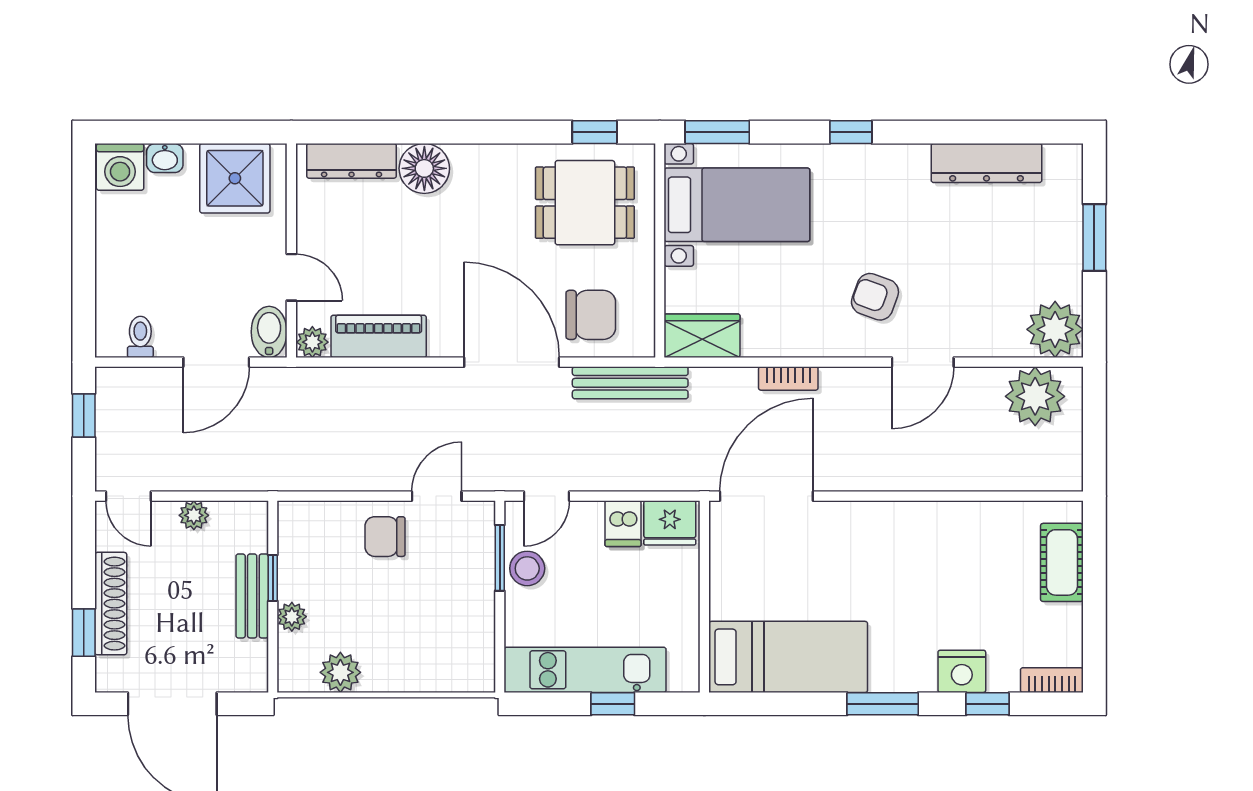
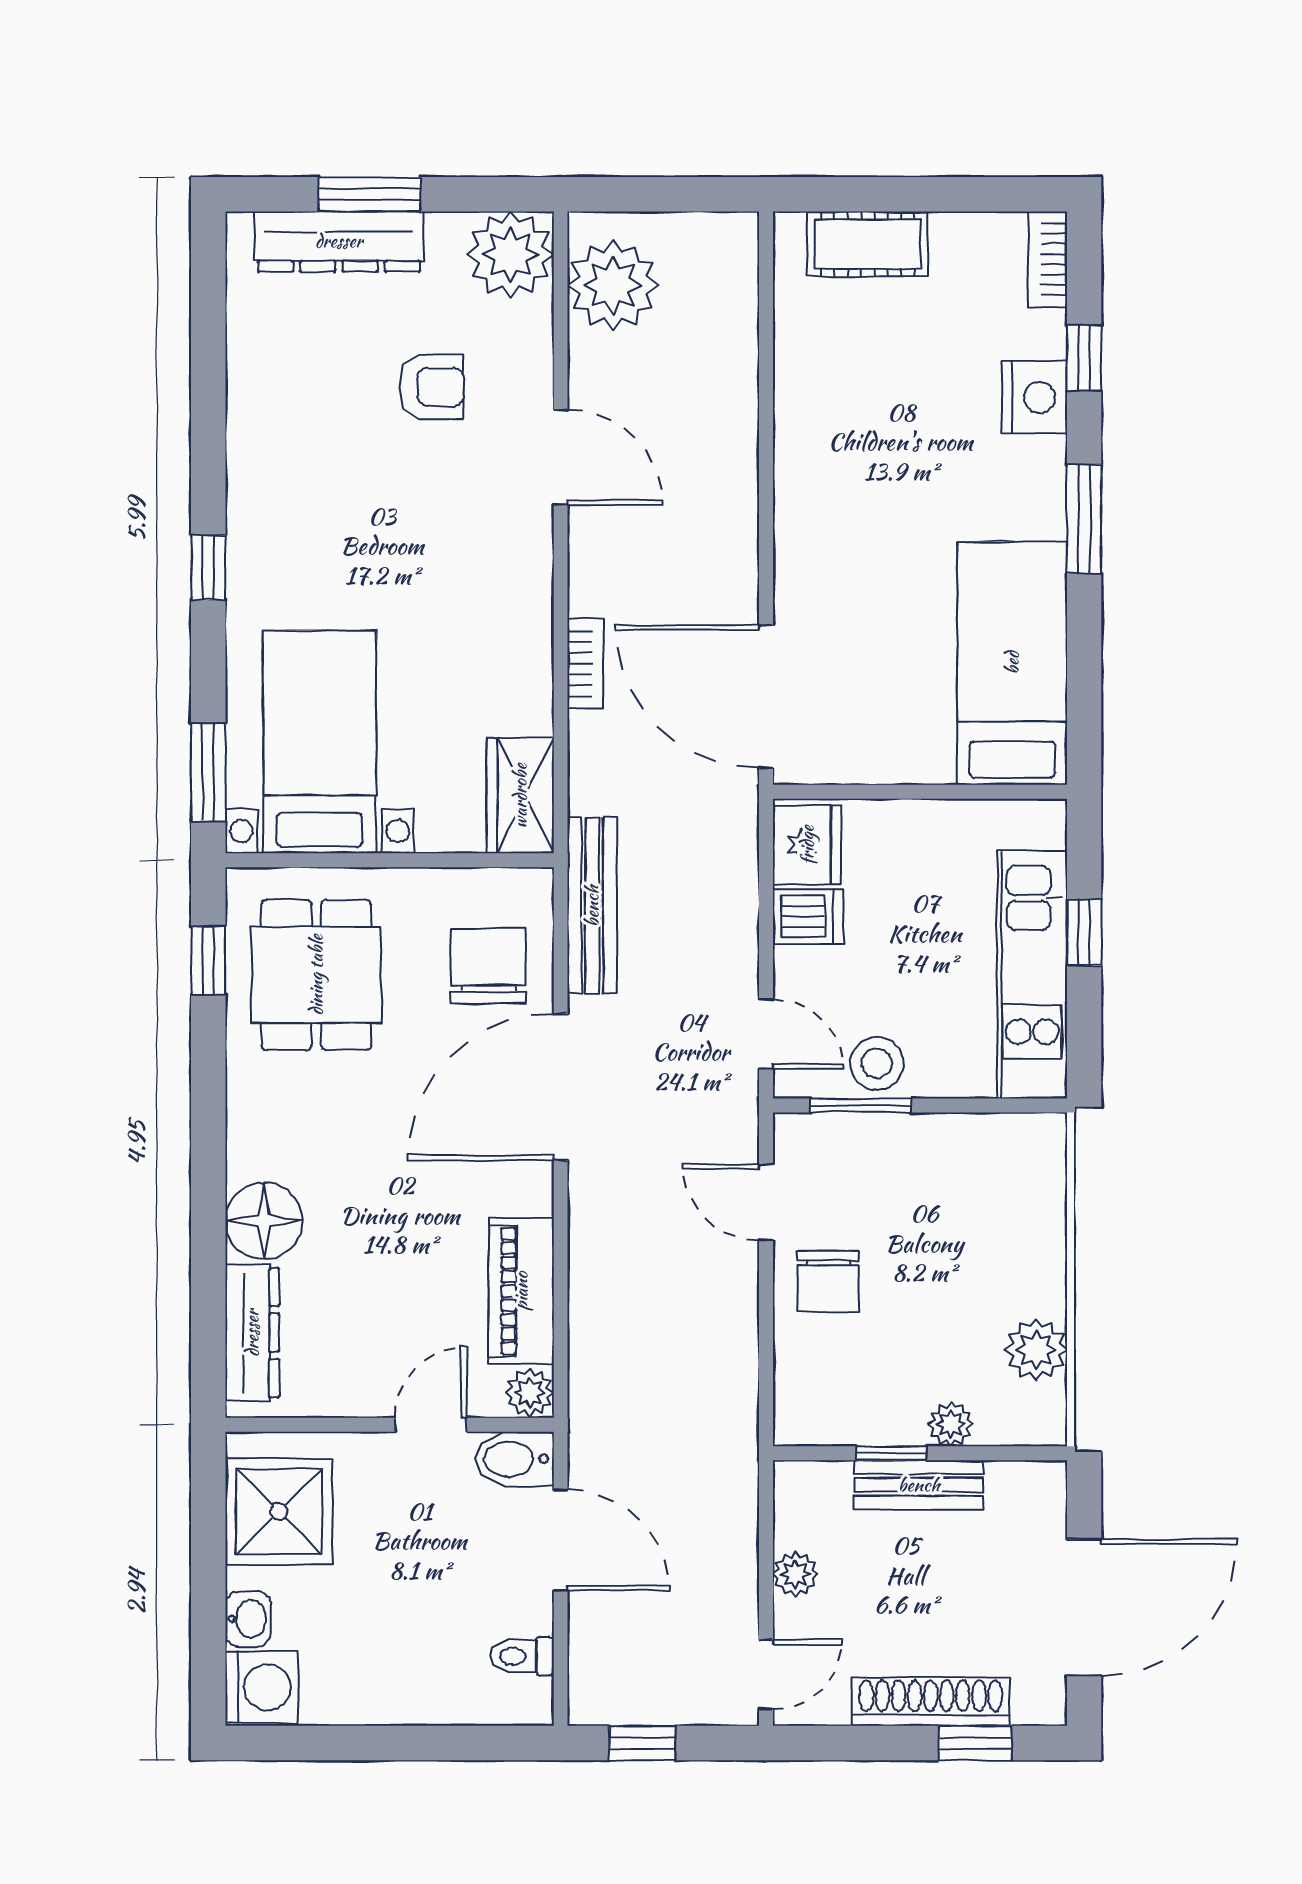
dresser: (987, 163) -> (339, 241), moved, turned 90
armchair: (875, 297) -> (431, 387), moved, turned -110

